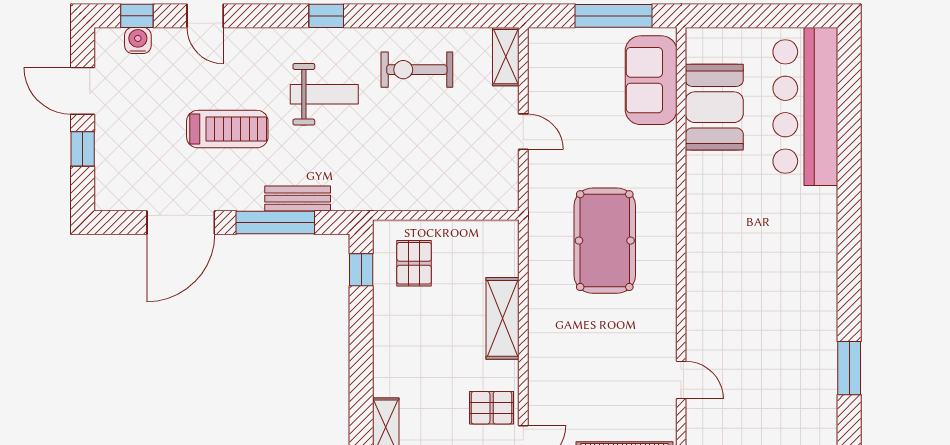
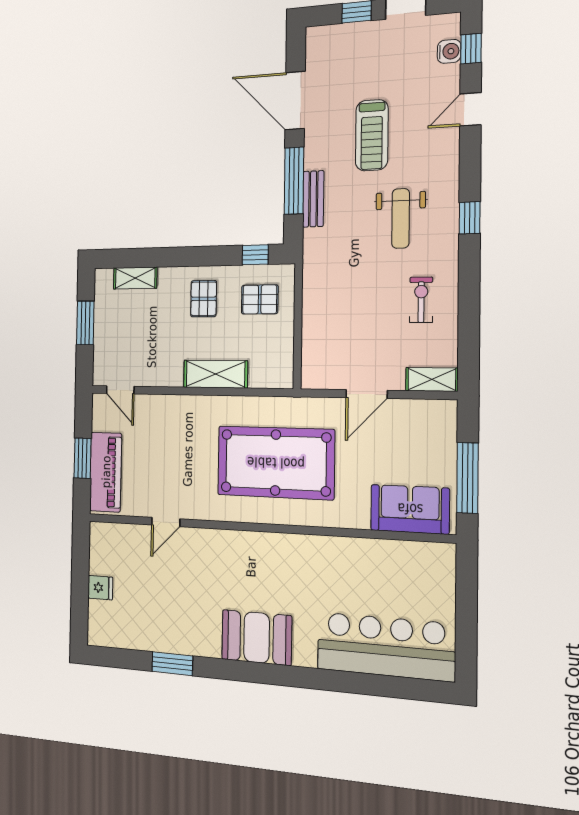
exercise bike: (417, 70) -> (421, 300), width x0.73, depth x0.72
booth: (714, 107) -> (257, 637), moved
door: (523, 132) -> (367, 394), width x1.38
pool table: (605, 241) -> (276, 463), width x1.36, depth x1.32
pallet: (492, 408) -> (204, 299), moved

